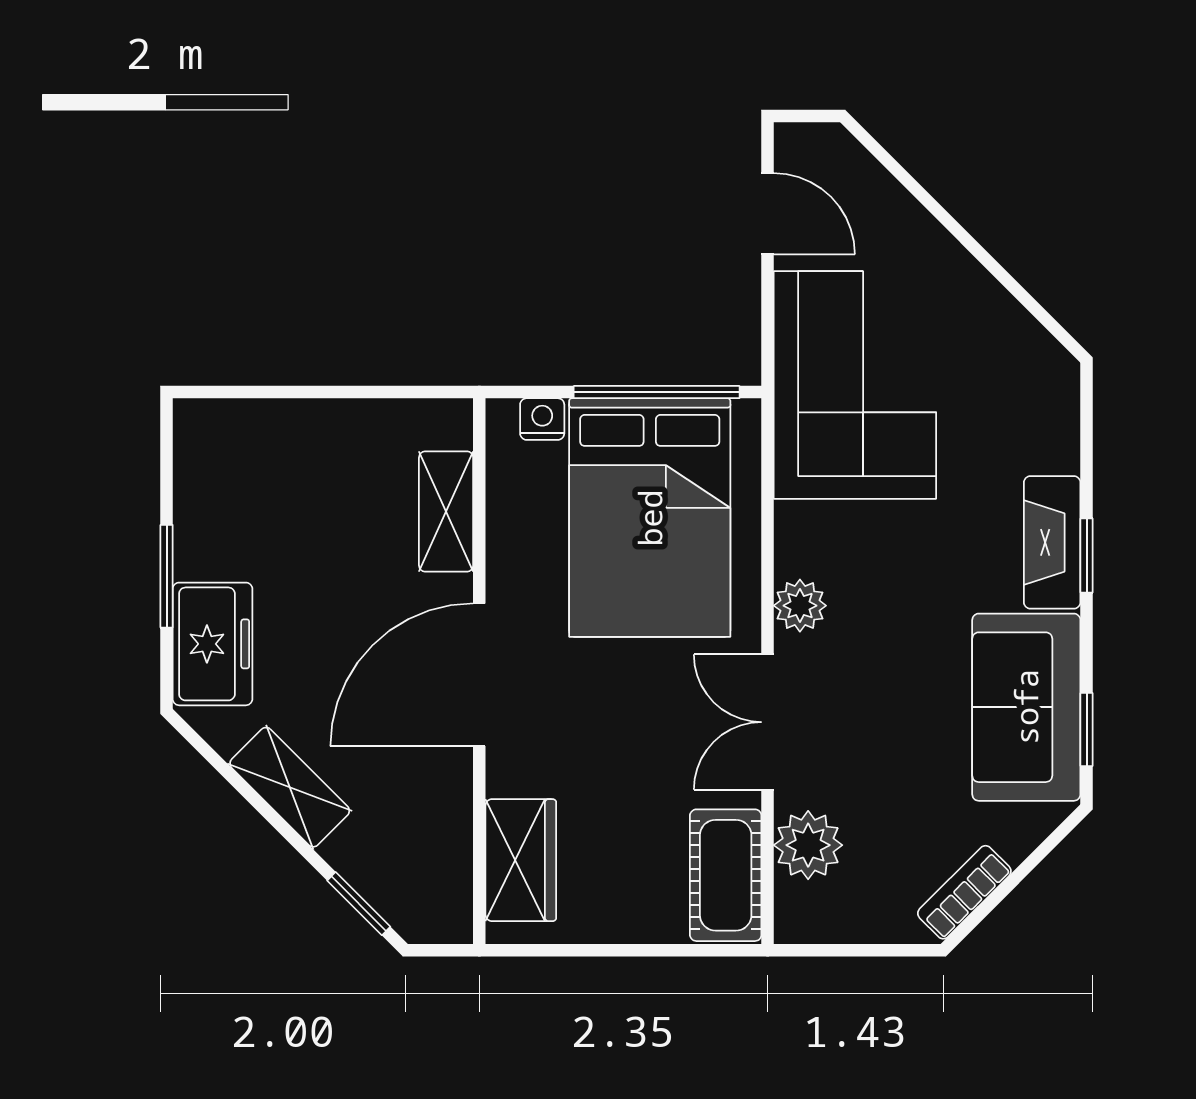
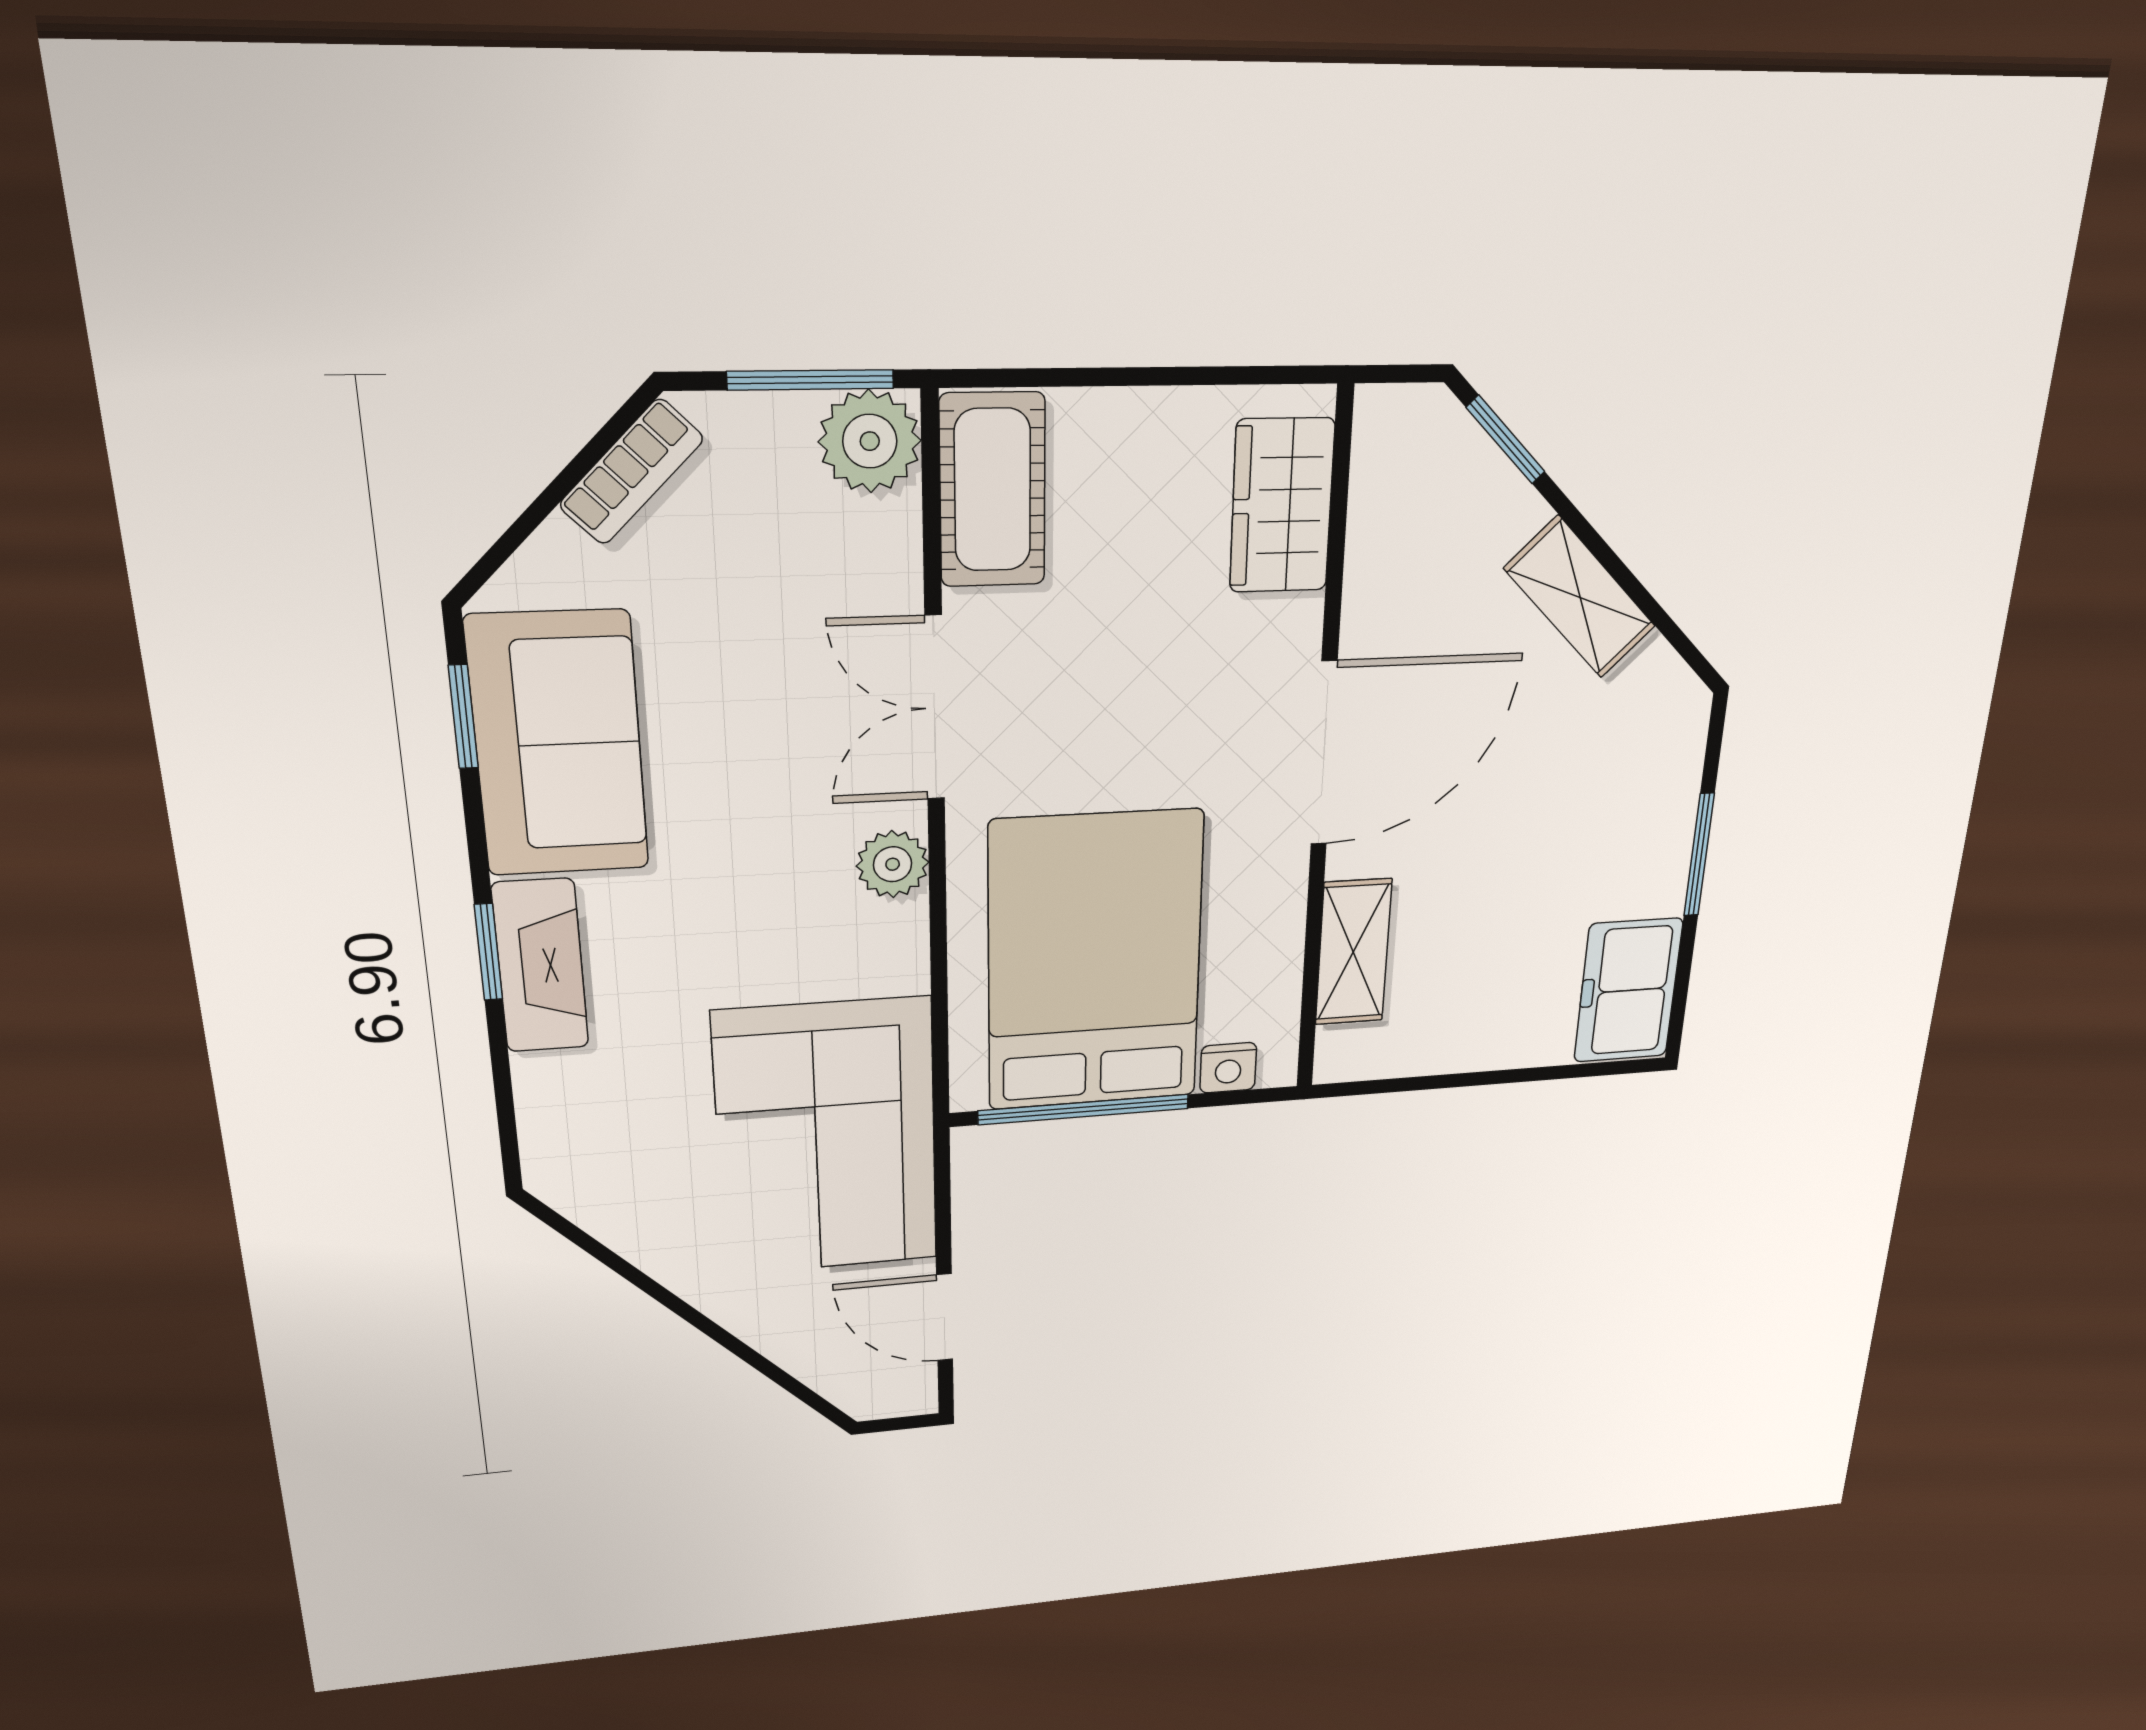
freezer: (213, 644) -> (1628, 990), moved
double door: (768, 722) -> (935, 708), swing flipped
plant: (808, 845) -> (870, 441), moved
window: (846, 950) -> (811, 380), added

